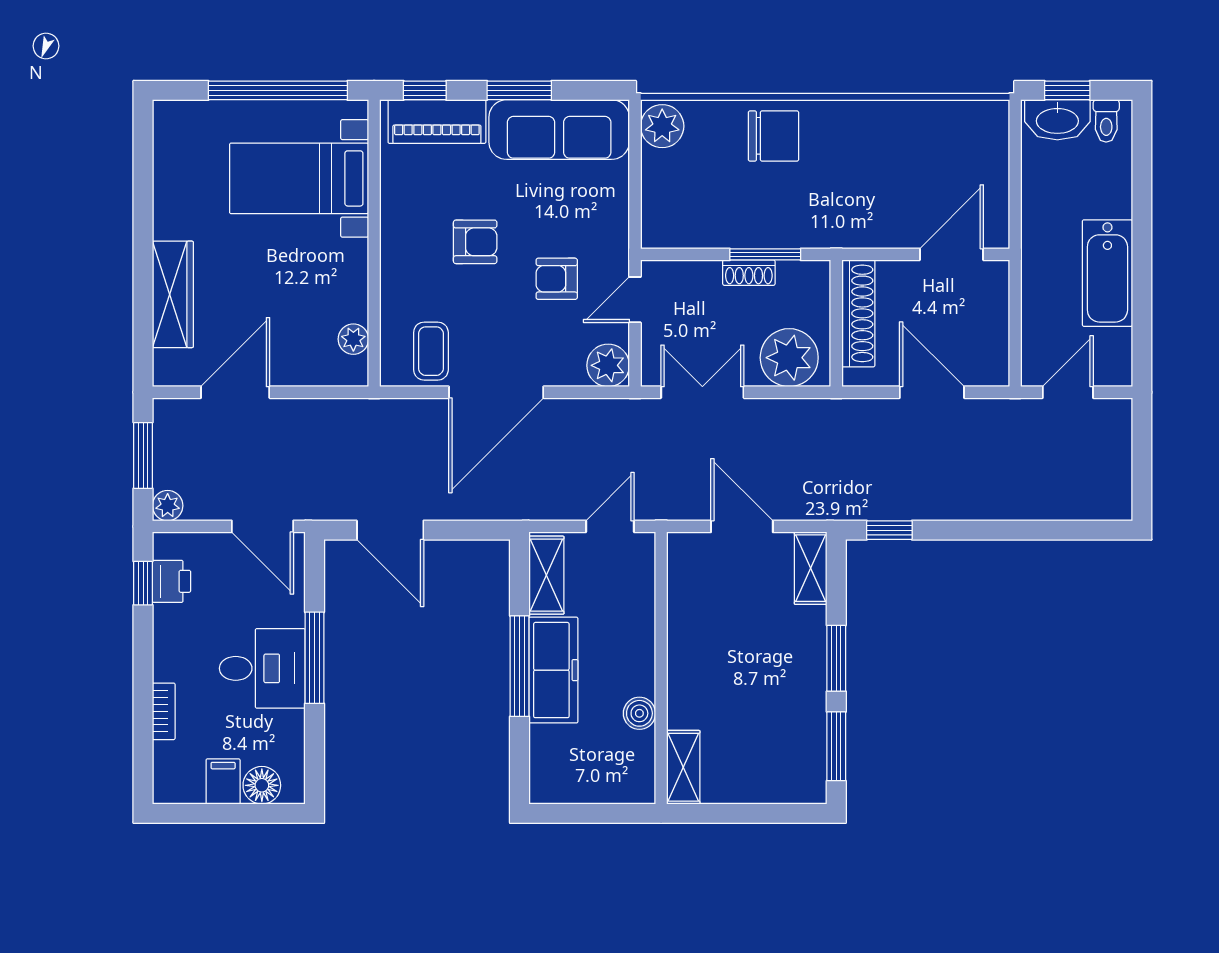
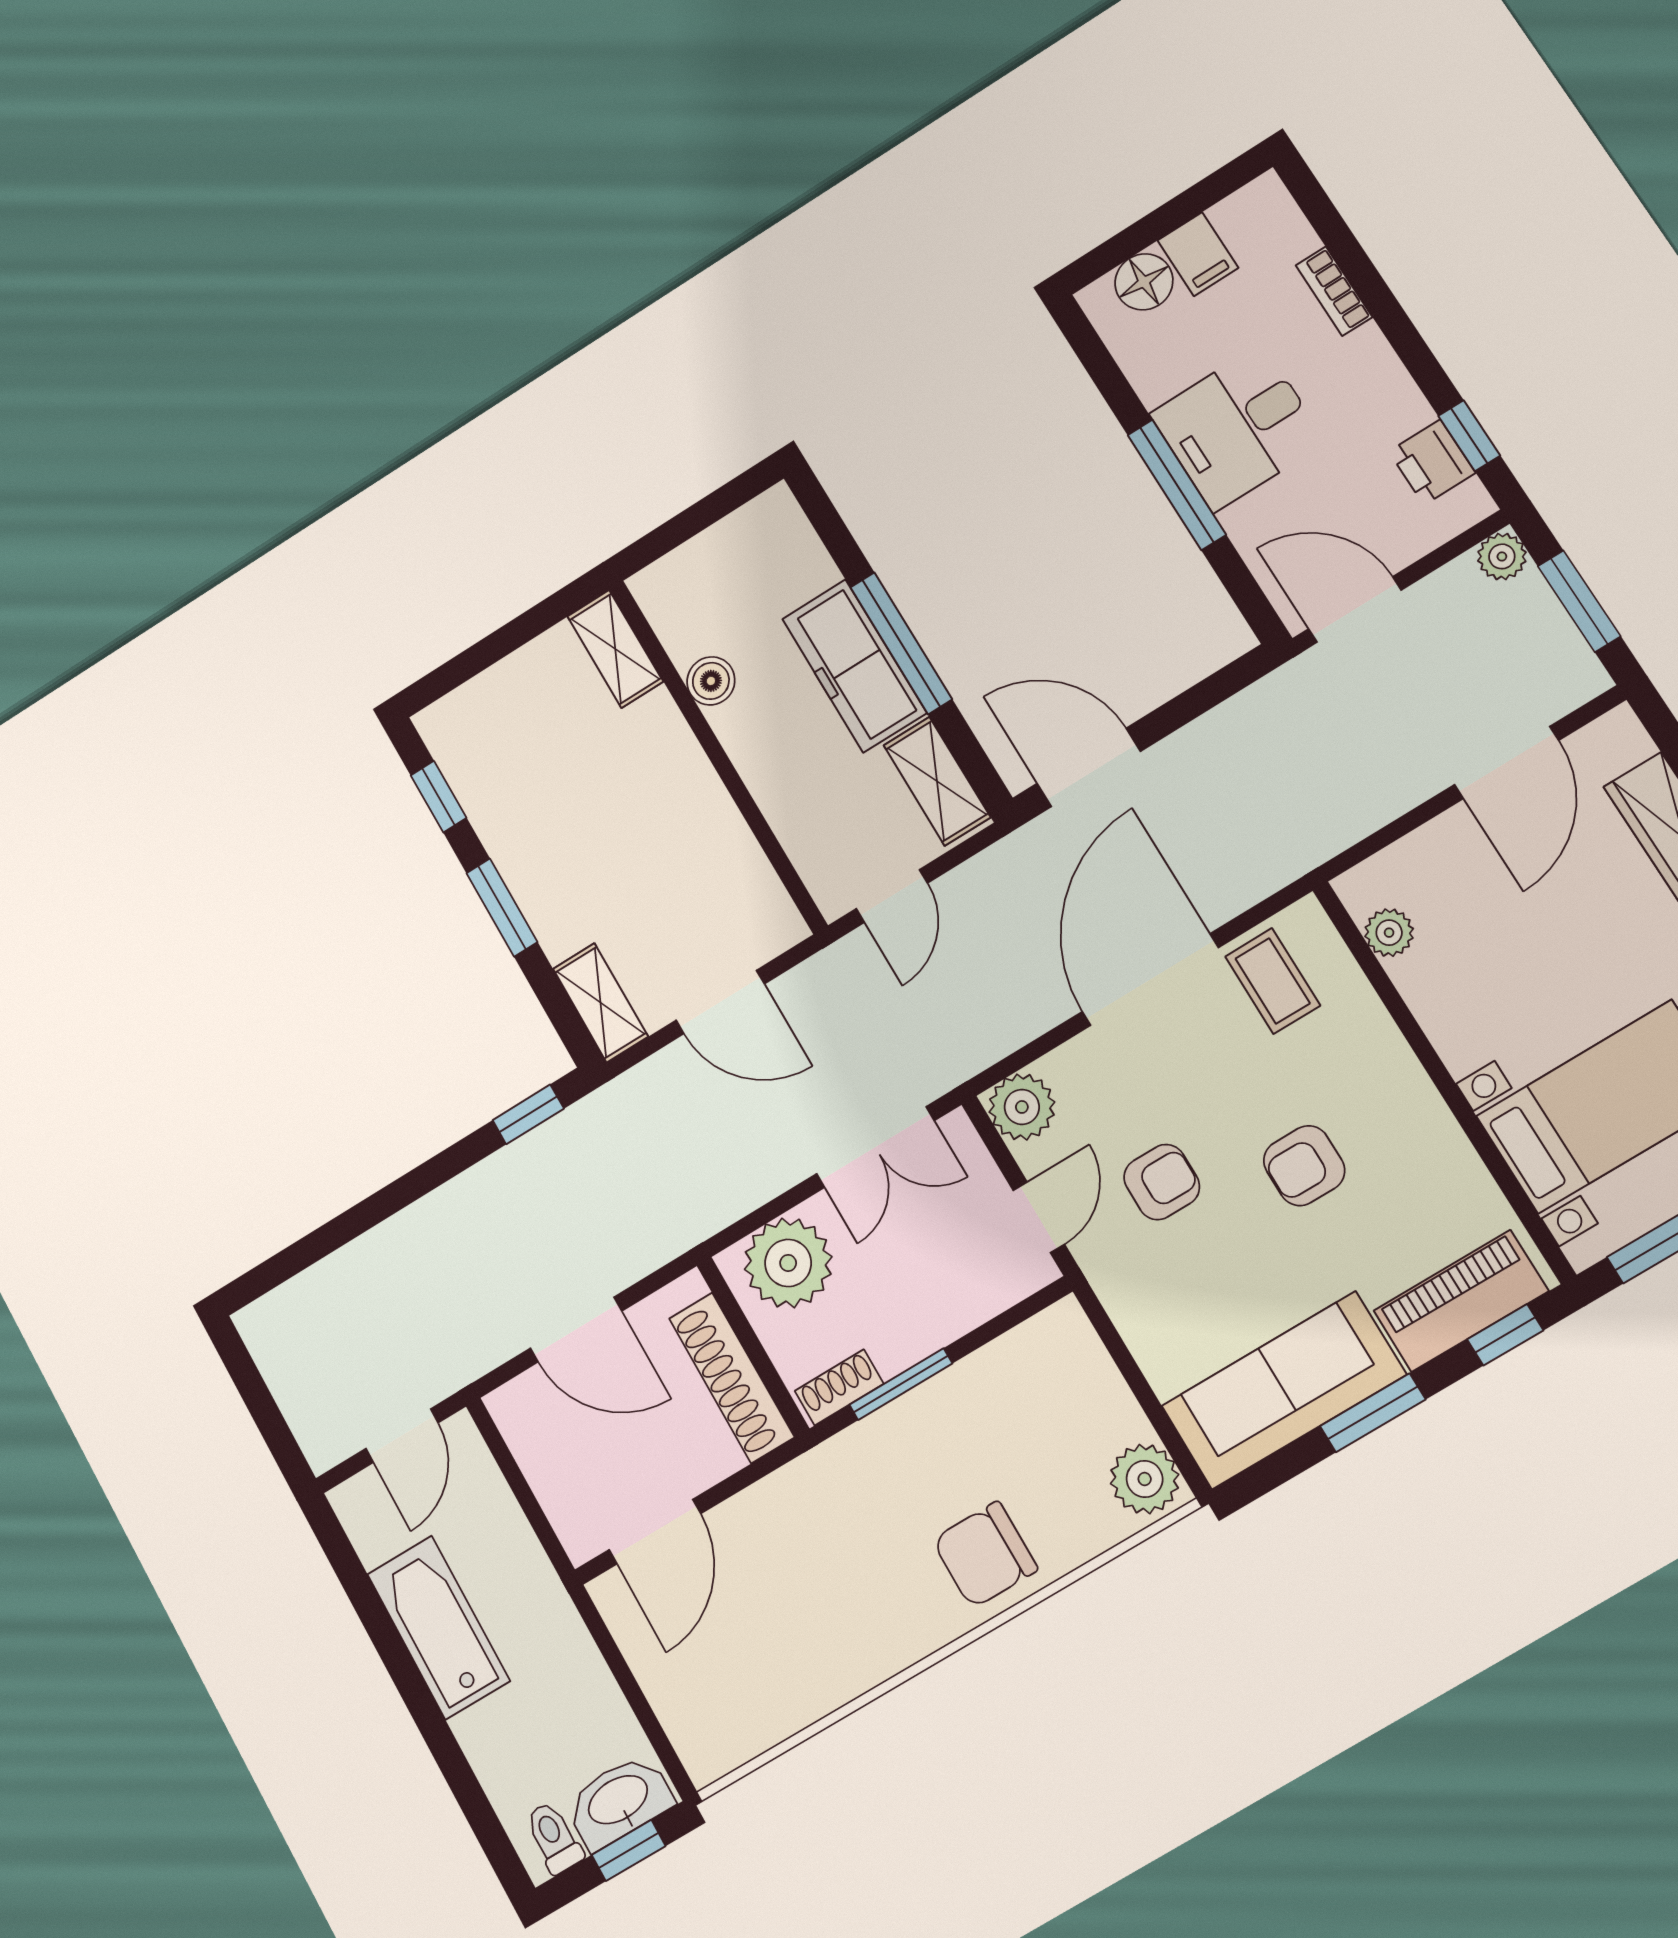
shoe rack: (749, 273) -> (839, 1387), moved
door: (390, 530) -> (1089, 767), moved
window: (836, 746) -> (439, 797), width x0.67

